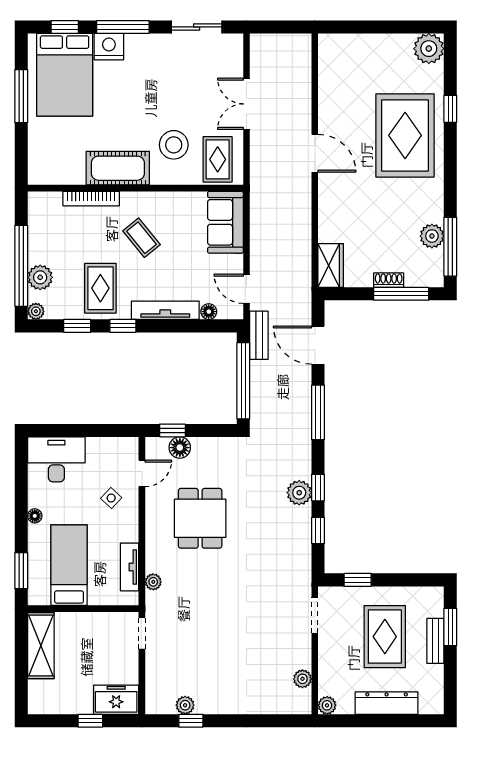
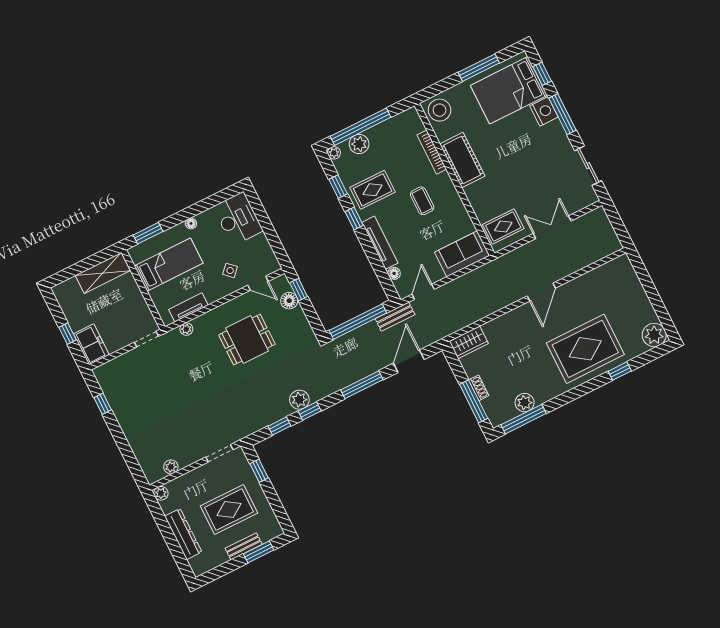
stool: (174, 145) -> (440, 110), moved
coffee table: (142, 238) -> (422, 201), turned -51
plant: (185, 705) -> (111, 394), removed

